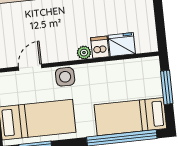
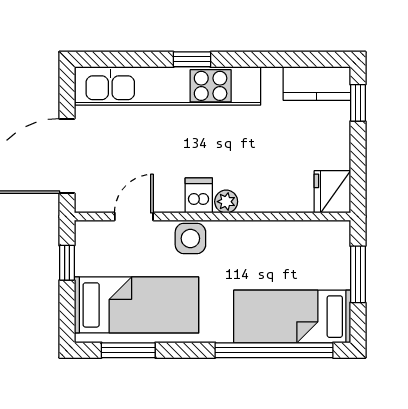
fridge: (122, 44) -> (332, 192), moved, turned -90
dishwasher: (100, 47) -> (199, 195), moved

